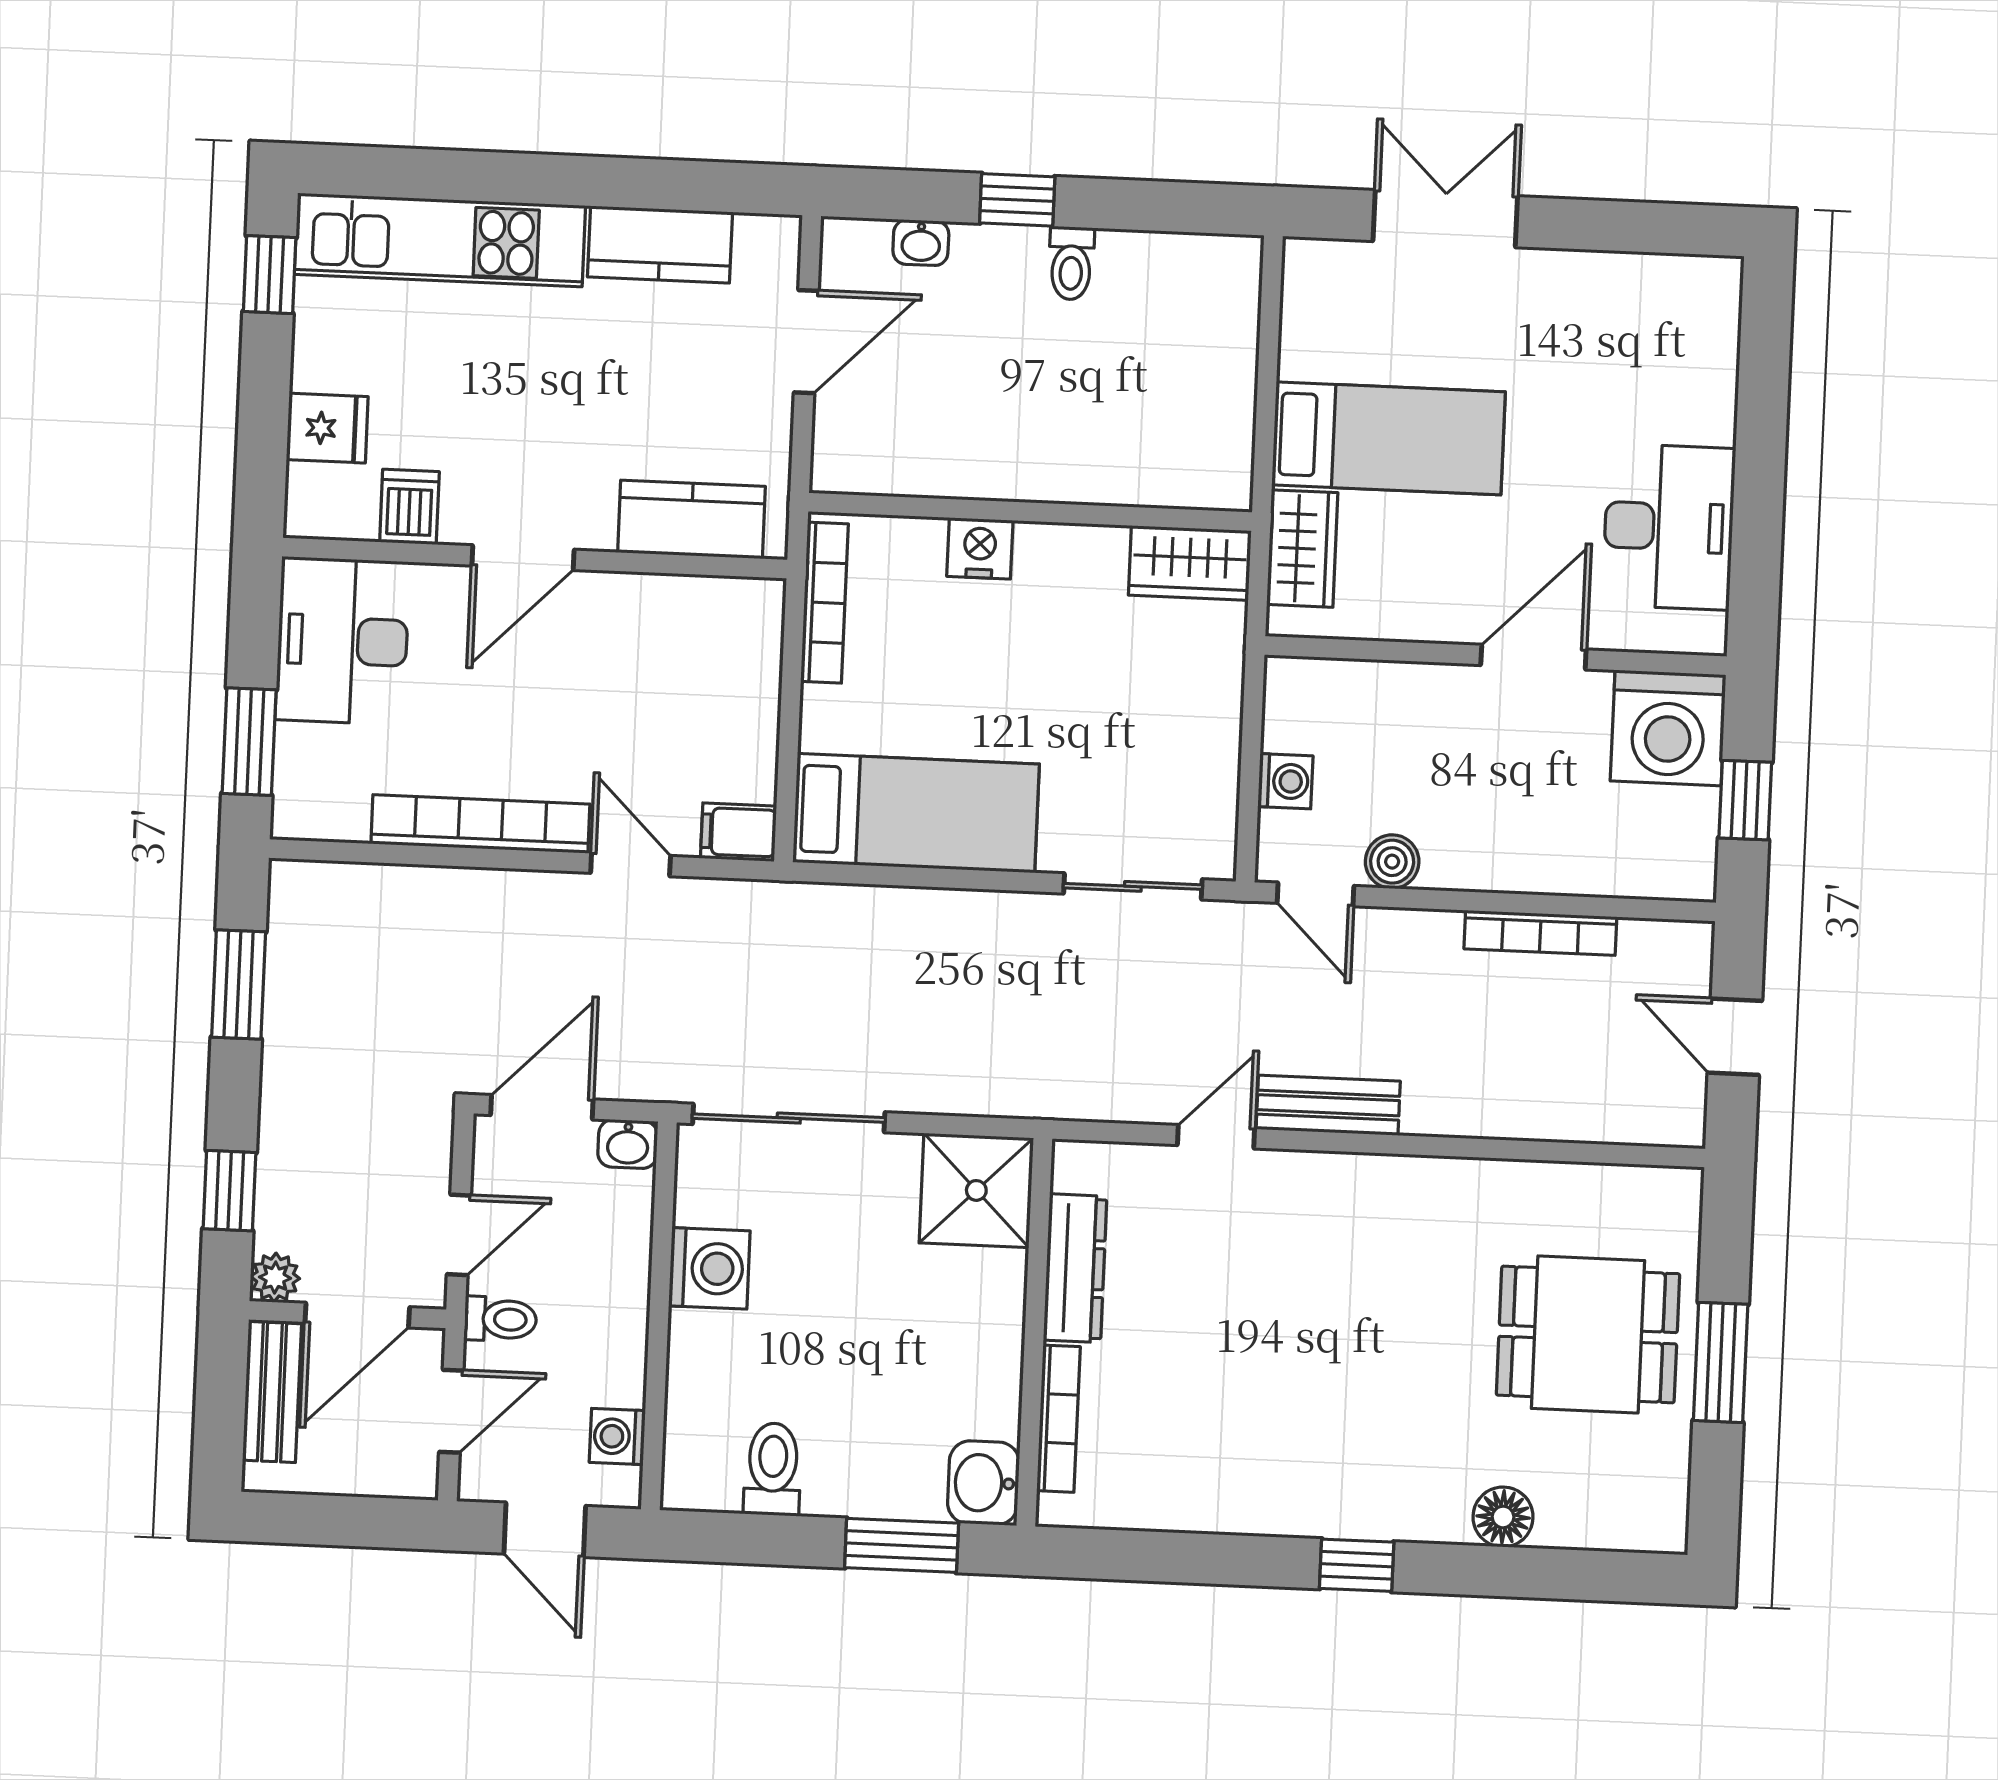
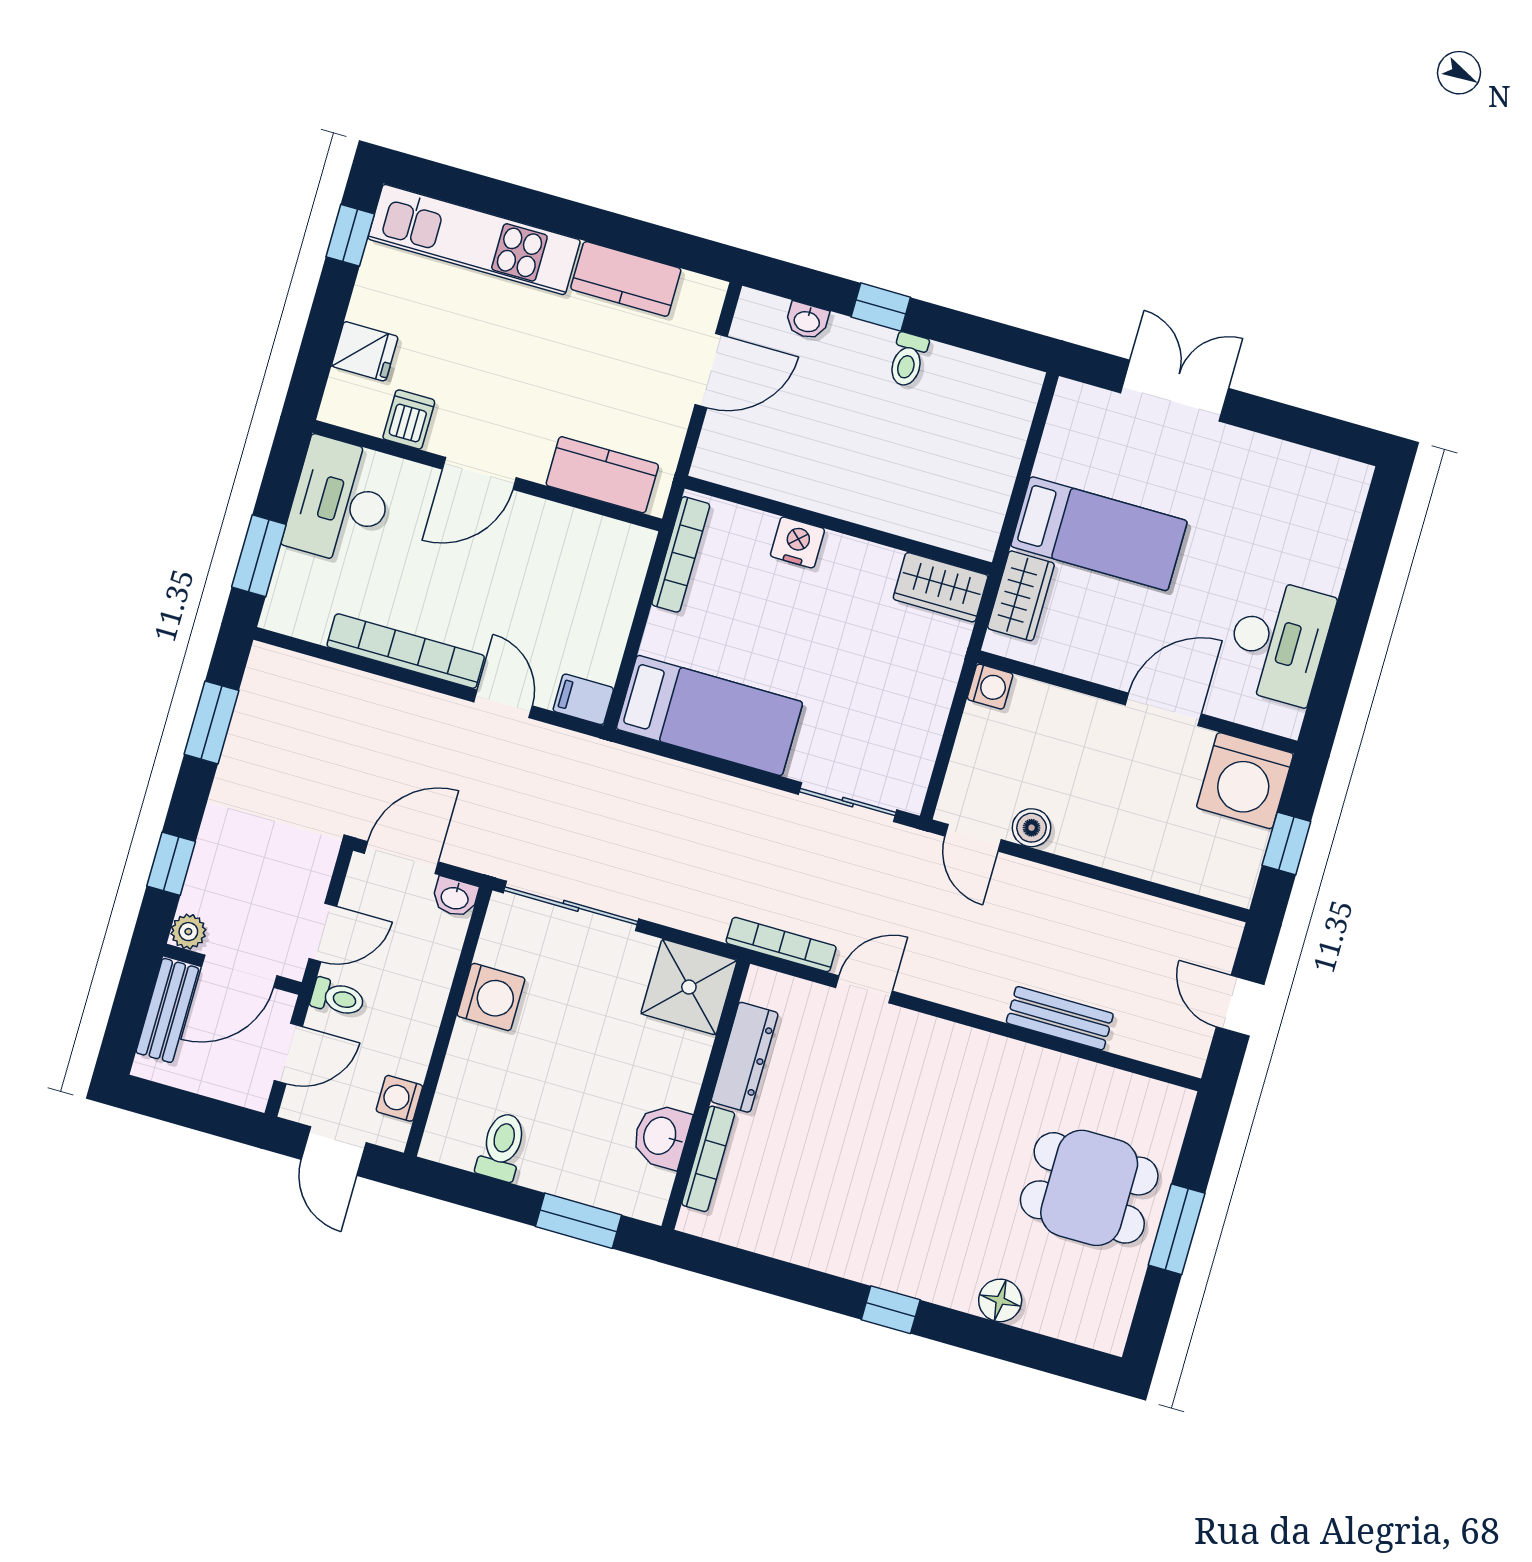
washing machine: (1285, 781) -> (990, 687), moved
bookcase: (1540, 933) -> (781, 945), moved, turned 180
bench: (1328, 1105) -> (1060, 1018), moved
washbasin: (983, 1483) -> (661, 1136), moved

